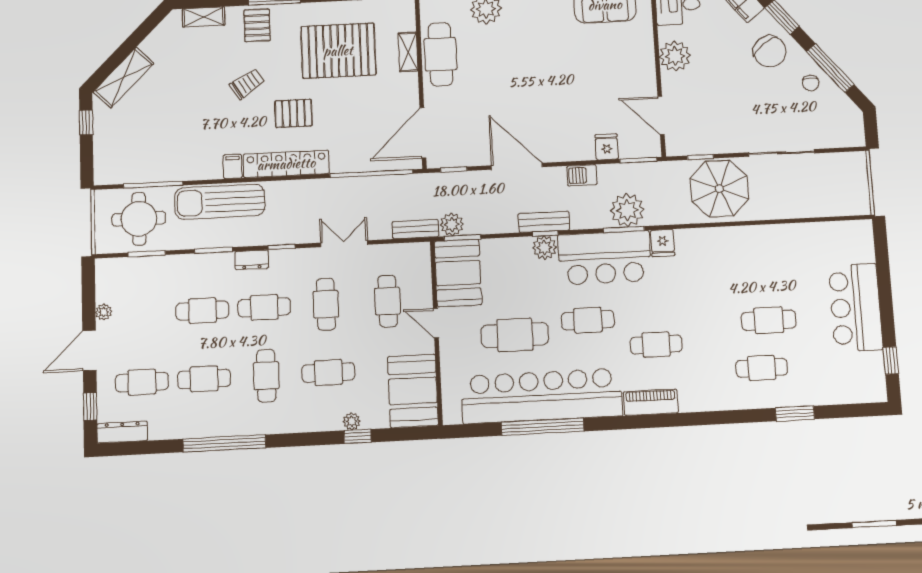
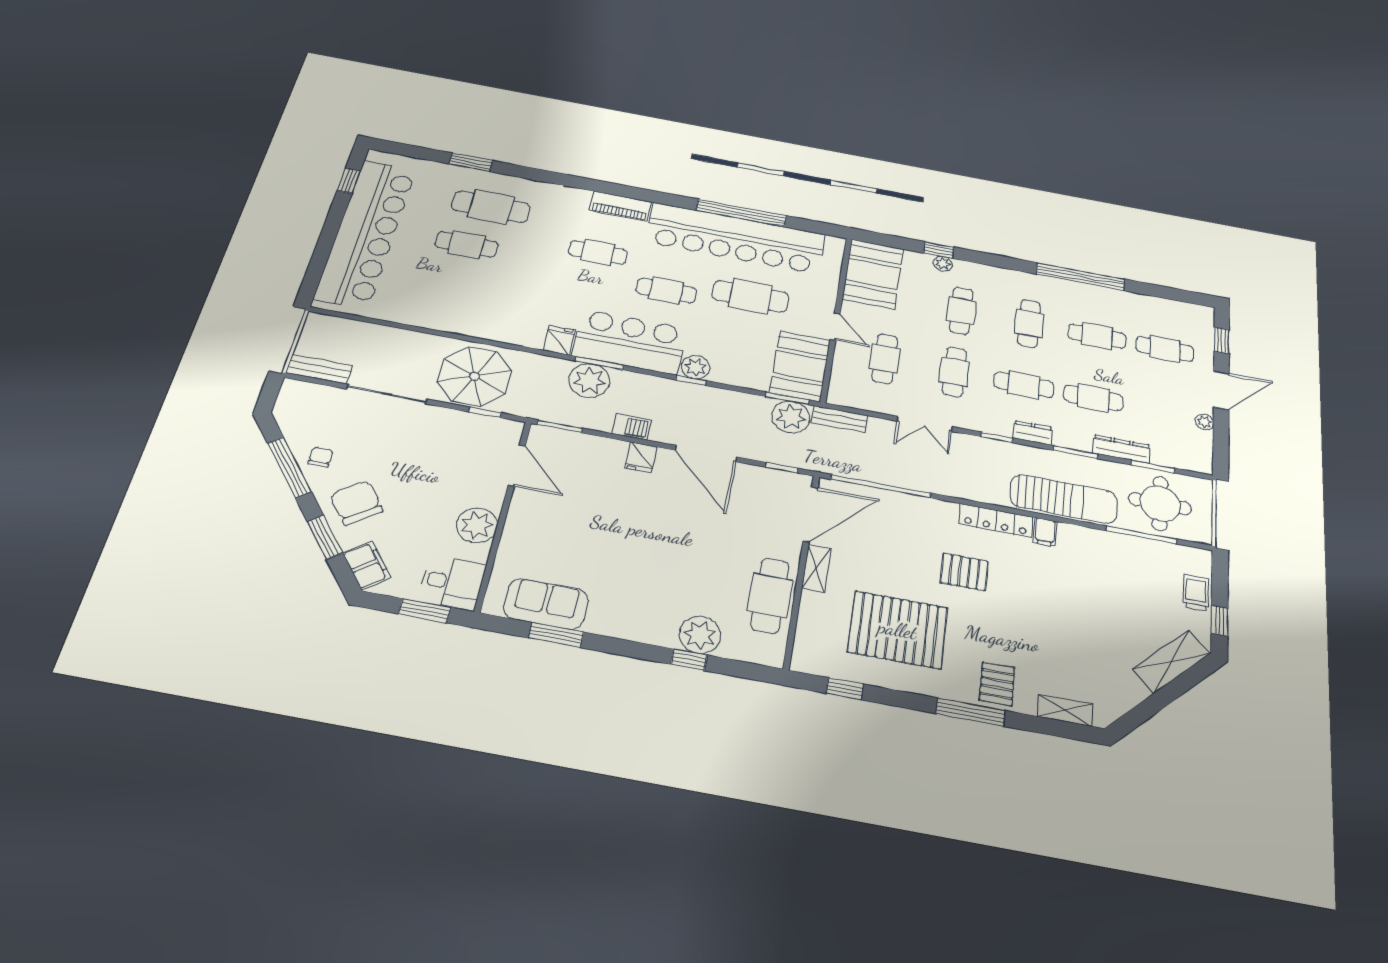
shelving: (408, 52) -> (816, 568), moved
trolley: (247, 84) -> (1196, 593), moved, turned 122
fridge: (607, 147) -> (641, 457), moved
locker: (286, 164) -> (996, 520), width x0.71, depth x0.83
bench: (544, 222) -> (319, 369), moved
plant: (452, 224) -> (791, 417), width x1.36, depth x1.36
bar counter: (856, 308) -> (366, 233), width x1.86
cafe table: (762, 368) -> (491, 207), width x1.37, depth x1.35
cafe table: (328, 372) -> (961, 311), turned 90
dresser: (122, 432) -> (1122, 449), moved, turned 180

